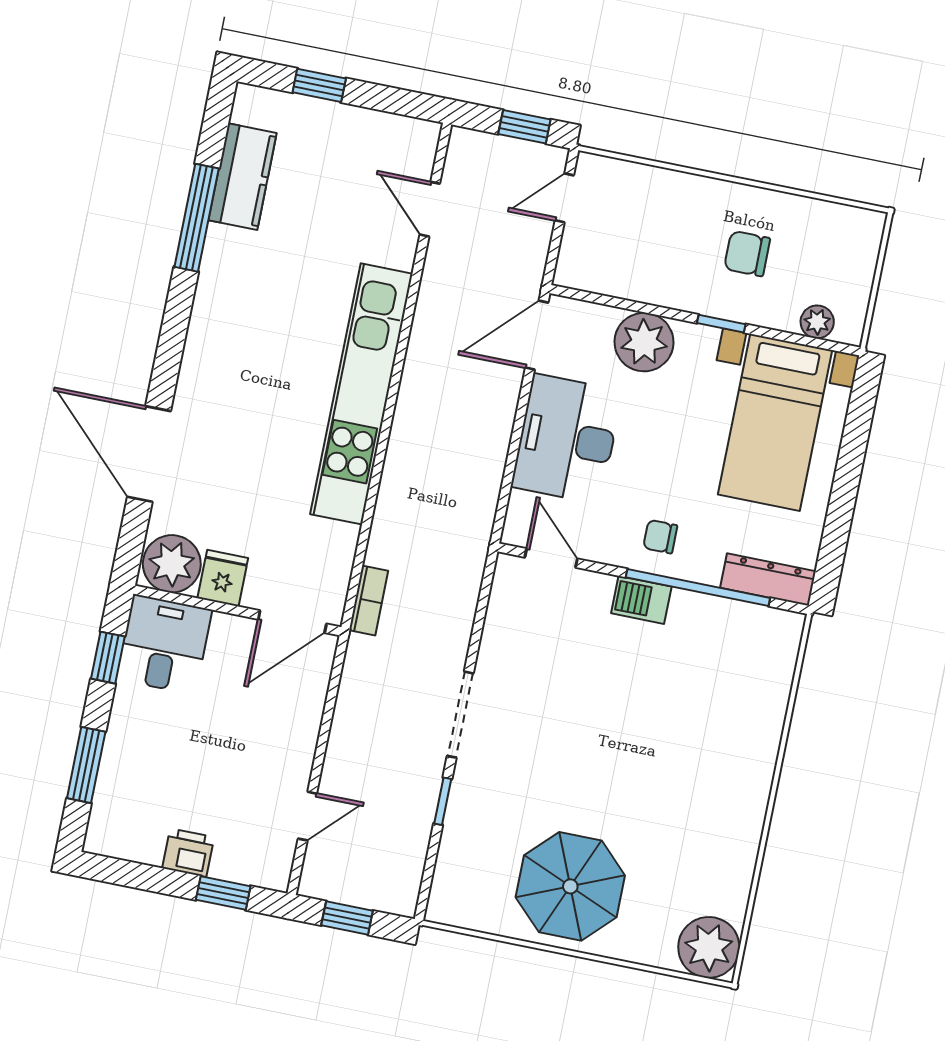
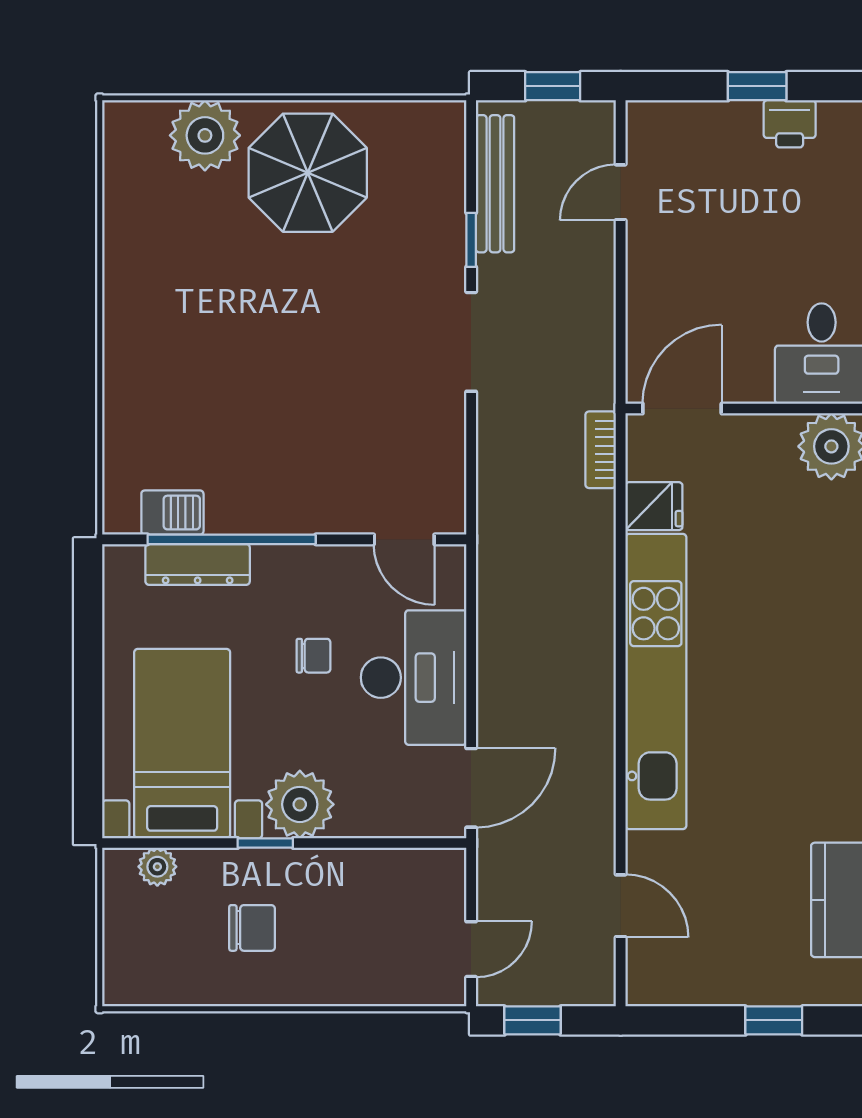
plant: (644, 342) -> (300, 804), moved
chair: (660, 537) -> (313, 656), moved
fridge: (223, 578) -> (654, 506), moved, turned -90
dresser: (768, 580) -> (198, 564), moved
barbecue: (641, 600) -> (172, 513), moved
bench: (413, 845) -> (495, 184), added
printer: (188, 853) -> (790, 124), moved
window: (223, 893) -> (757, 86), moved
plant: (709, 947) -> (205, 135), moved

